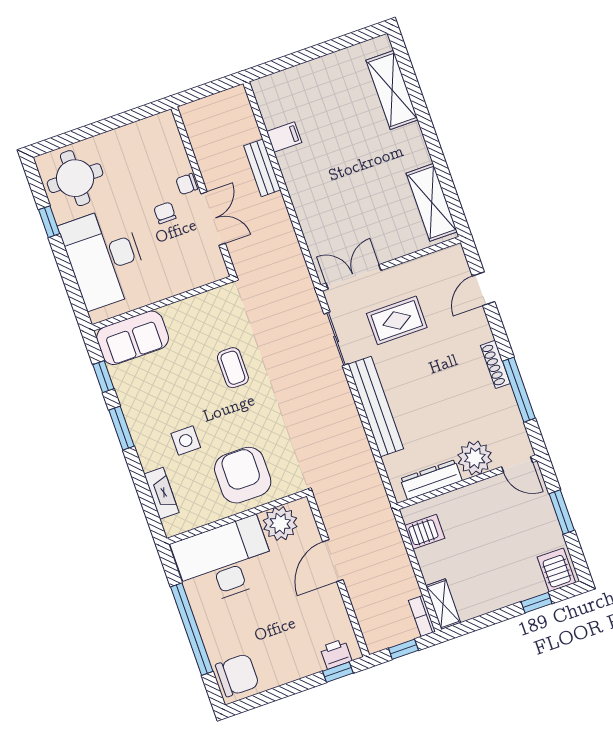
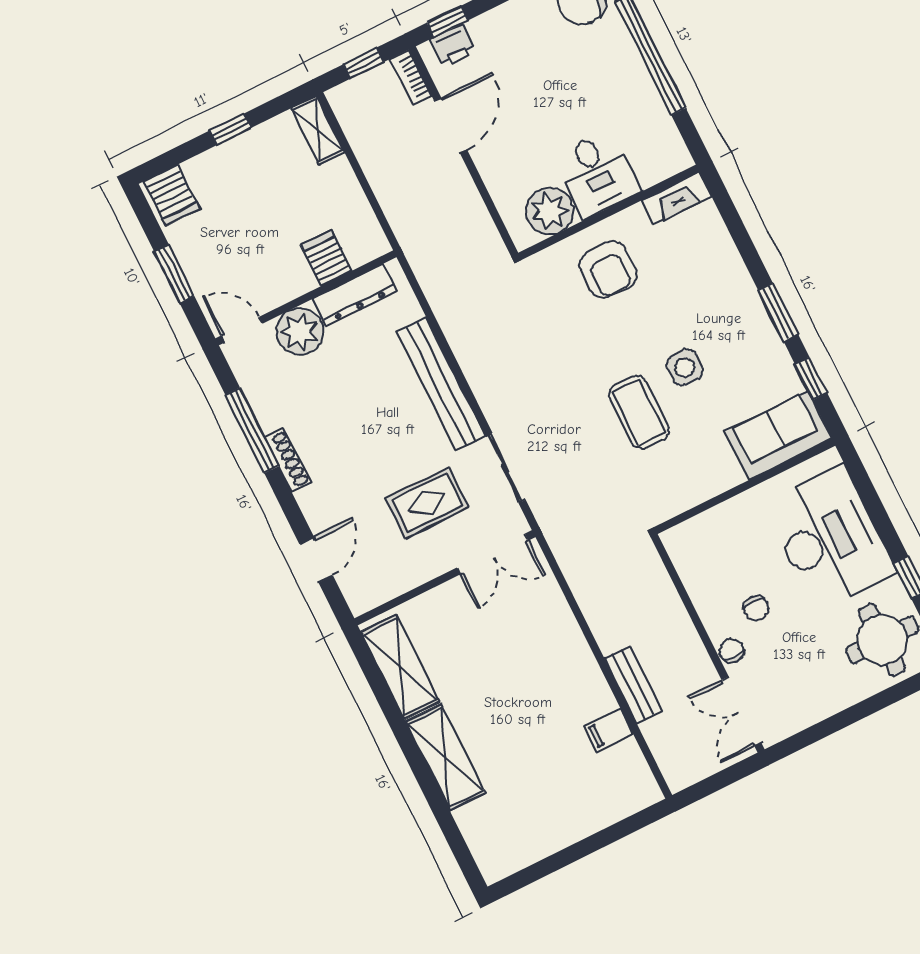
shelving: (392, 90) -> (445, 757), moved
chair: (187, 184) -> (732, 651), turned -90
double door: (213, 219) -> (742, 712), moved
coffee table: (233, 368) -> (639, 412), width x1.36, depth x1.30
side table: (186, 441) -> (685, 367), moved
armchair: (243, 475) -> (608, 270), width x0.73, depth x0.73
fireplace: (161, 493) -> (676, 198), moved, turned -90
server rack: (425, 532) -> (326, 258), moved, turned 90
desk: (224, 561) -> (597, 174), width x0.53, depth x0.77
door: (333, 561) -> (451, 125), moved
window: (537, 603) -> (230, 129), moved
bookcase: (422, 616) -> (411, 78), moved, turned 180

